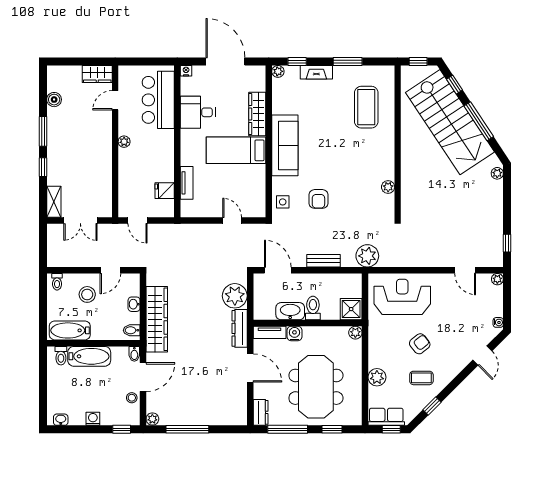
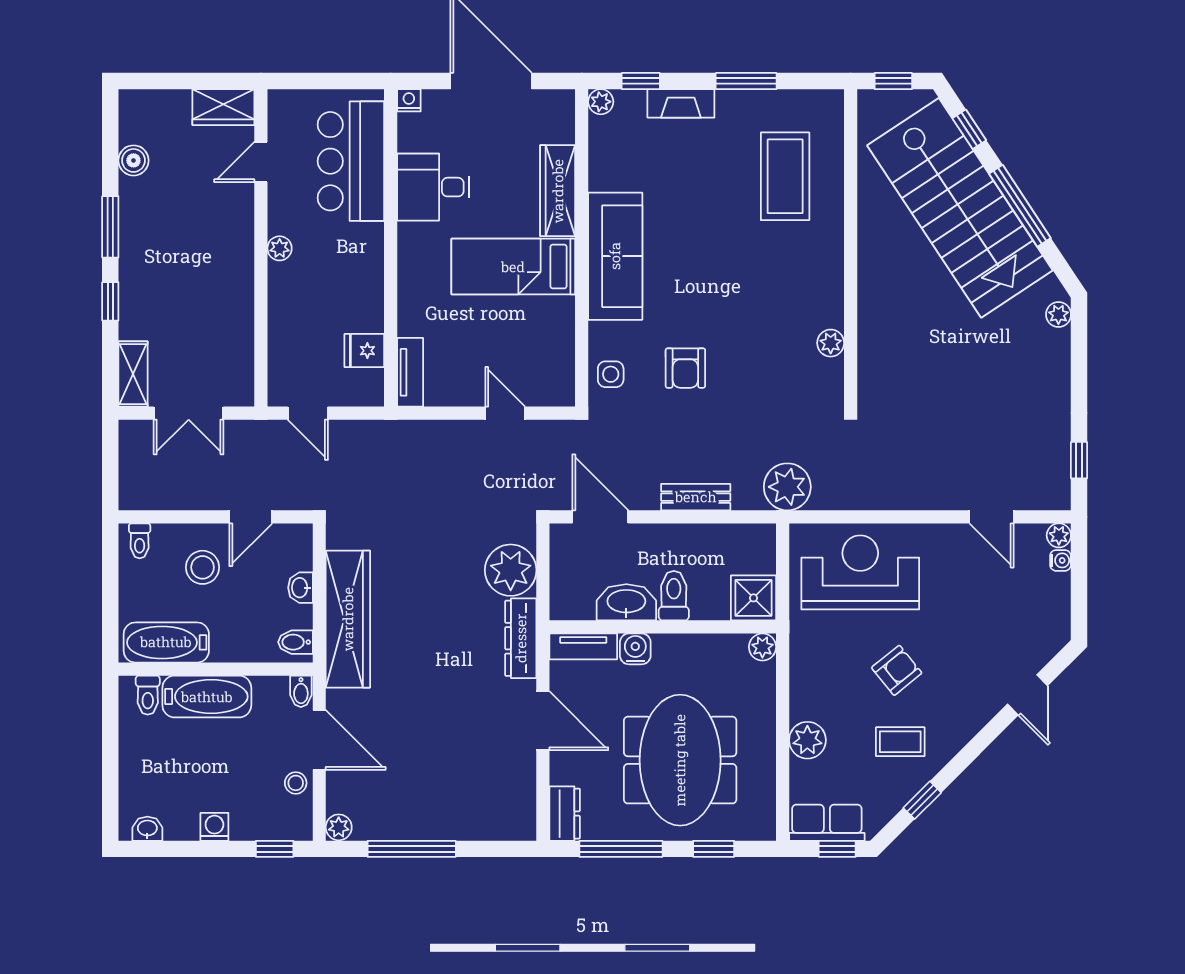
tv unit: (187, 183) -> (410, 372), moved
water cooler: (498, 322) -> (1060, 560), moved
door: (143, 377) -> (319, 740), hinge flipped

